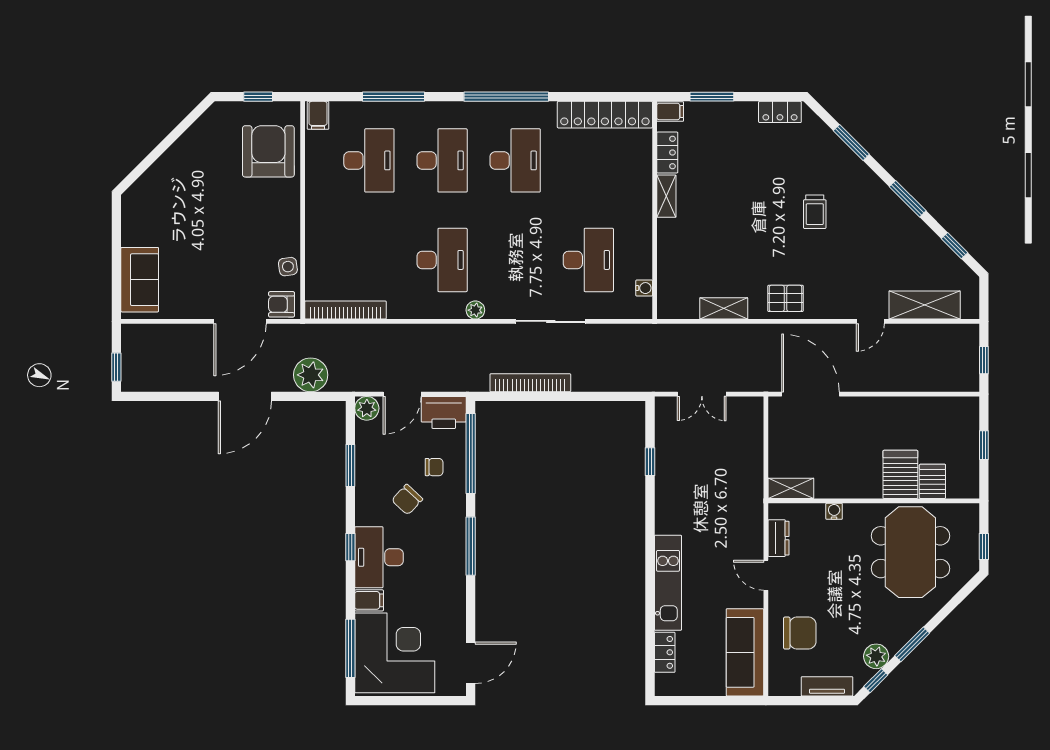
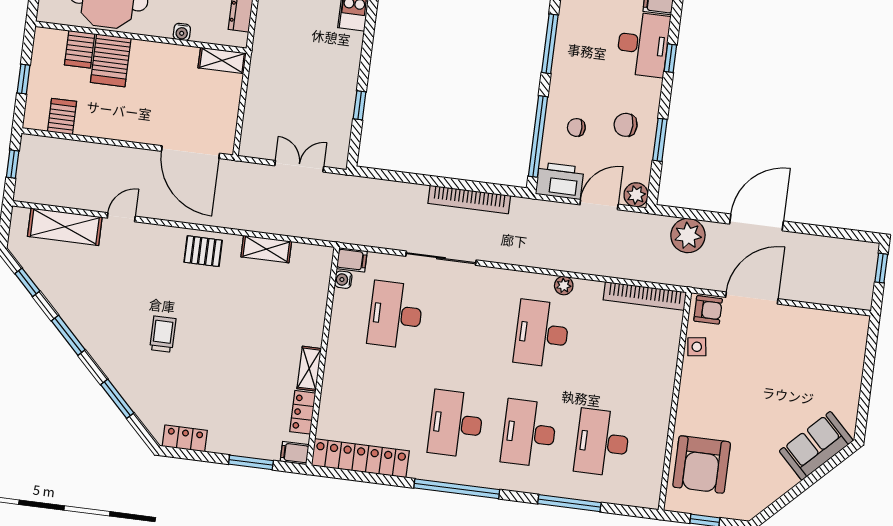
filing cabinet: (318, 115) -> (352, 260), moved, turned 90
sofa: (140, 280) -> (816, 446), moved, turned 45
plant: (475, 310) -> (564, 286), moved
server rack: (941, 413) -> (62, 117), added
chair: (407, 500) -> (626, 125), moved, turned -133

